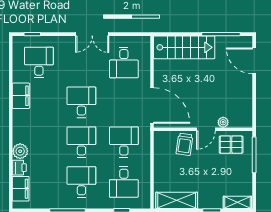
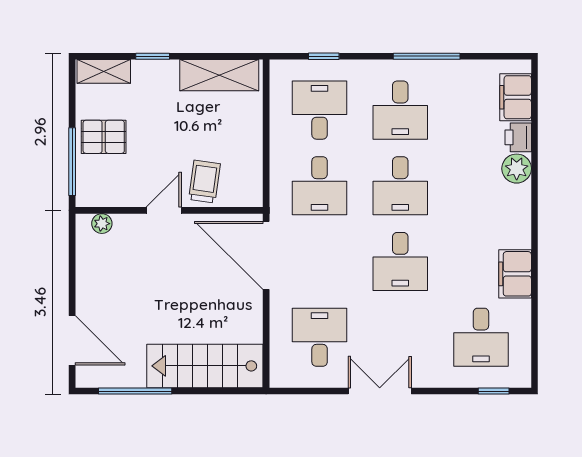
plant: (223, 122) -> (102, 224), moved
pallet: (231, 145) -> (104, 137), moved

